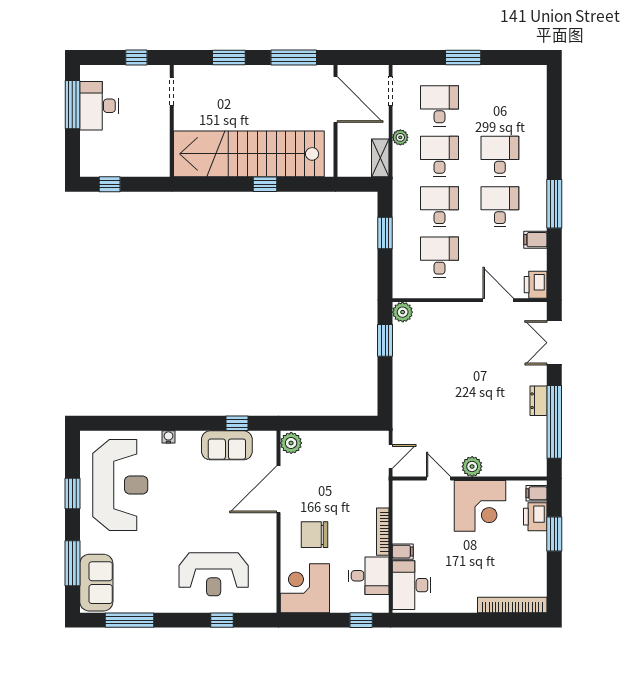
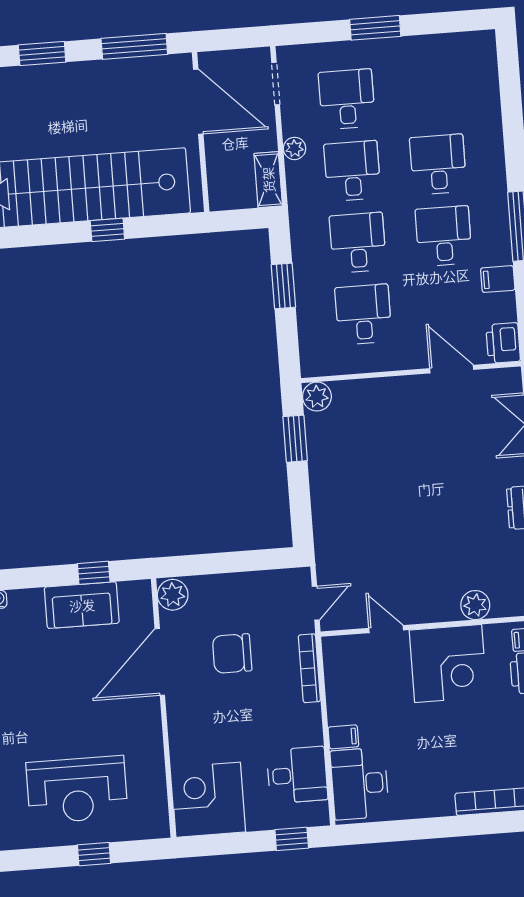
plant: (472, 466) -> (475, 605), moved
bookcase: (383, 532) -> (309, 668), moved
chair: (314, 535) -> (232, 654), moved

